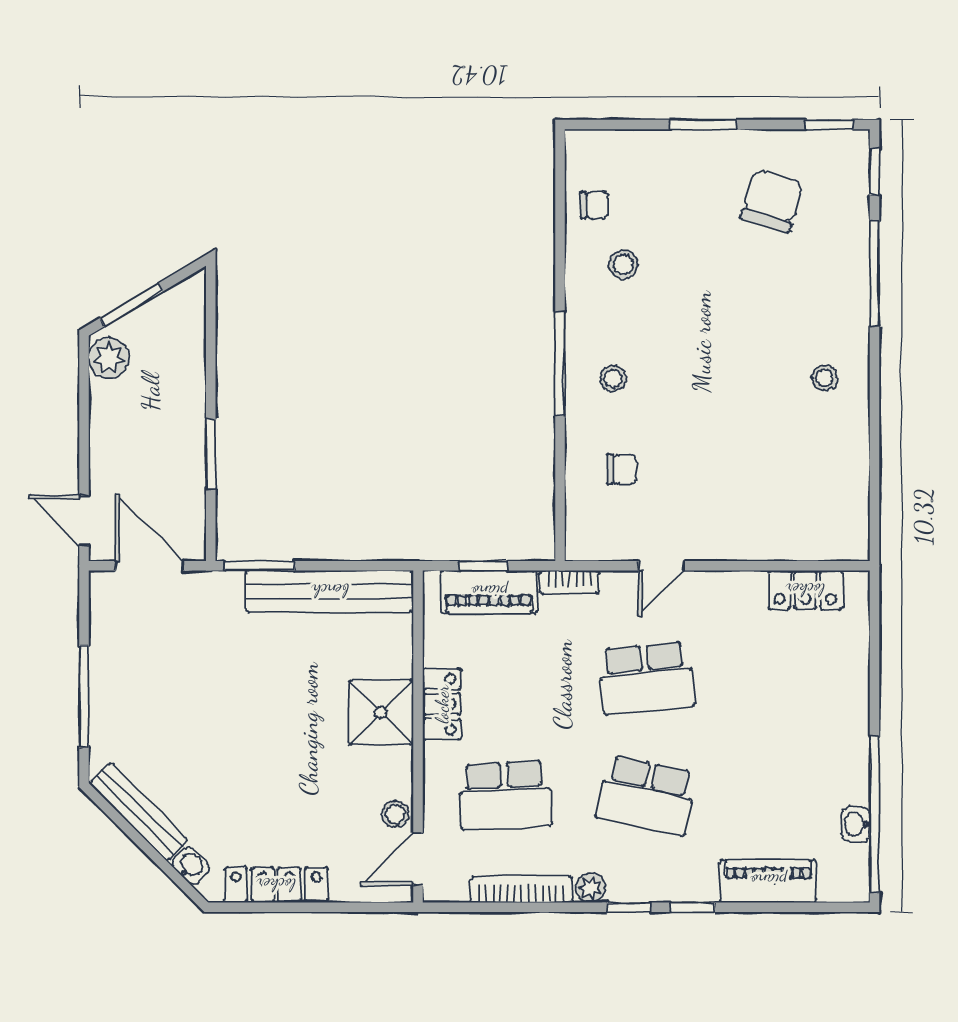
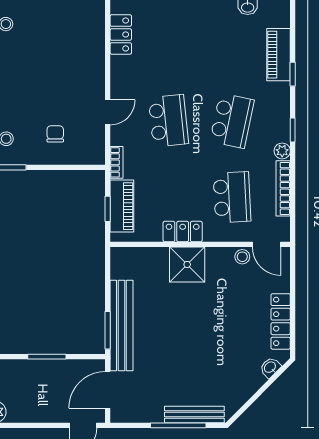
door: (662, 566) -> (108, 112), hinge flipped
bench: (330, 591) -> (121, 325), moved
bench: (139, 812) -> (194, 415), moved, turned 45
window: (692, 907) -> (293, 74), moved

